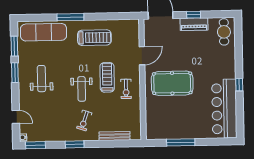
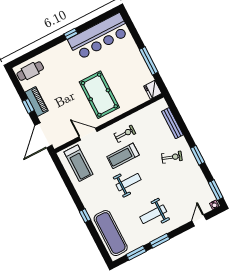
window: (70, 17) -> (85, 216), width x0.46
treadmill: (94, 38) -> (79, 163), moved, turned 180
weight bench: (82, 89) -> (129, 182), moved
fridge: (153, 133) -> (153, 90), added

